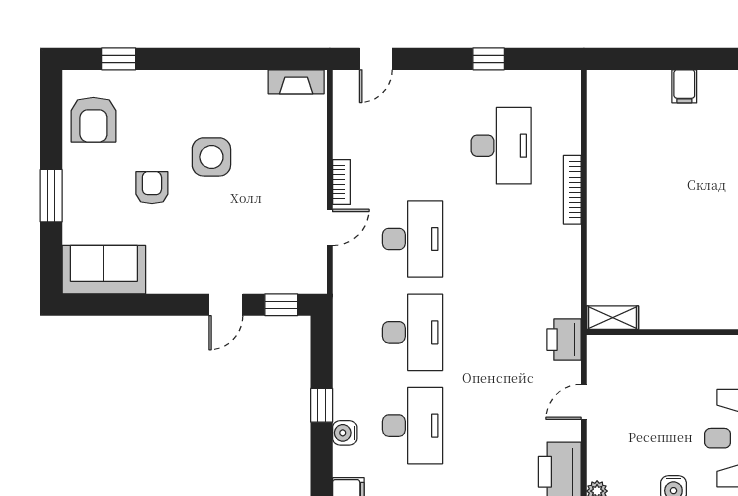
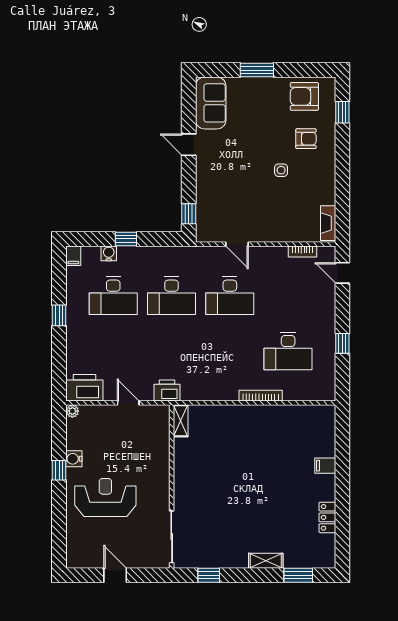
side table: (211, 157) -> (281, 170), width x0.54, depth x0.54
bookcase: (342, 182) -> (303, 251), moved
armchair: (152, 188) -> (306, 139), moved
door: (226, 305) -> (189, 145), moved

